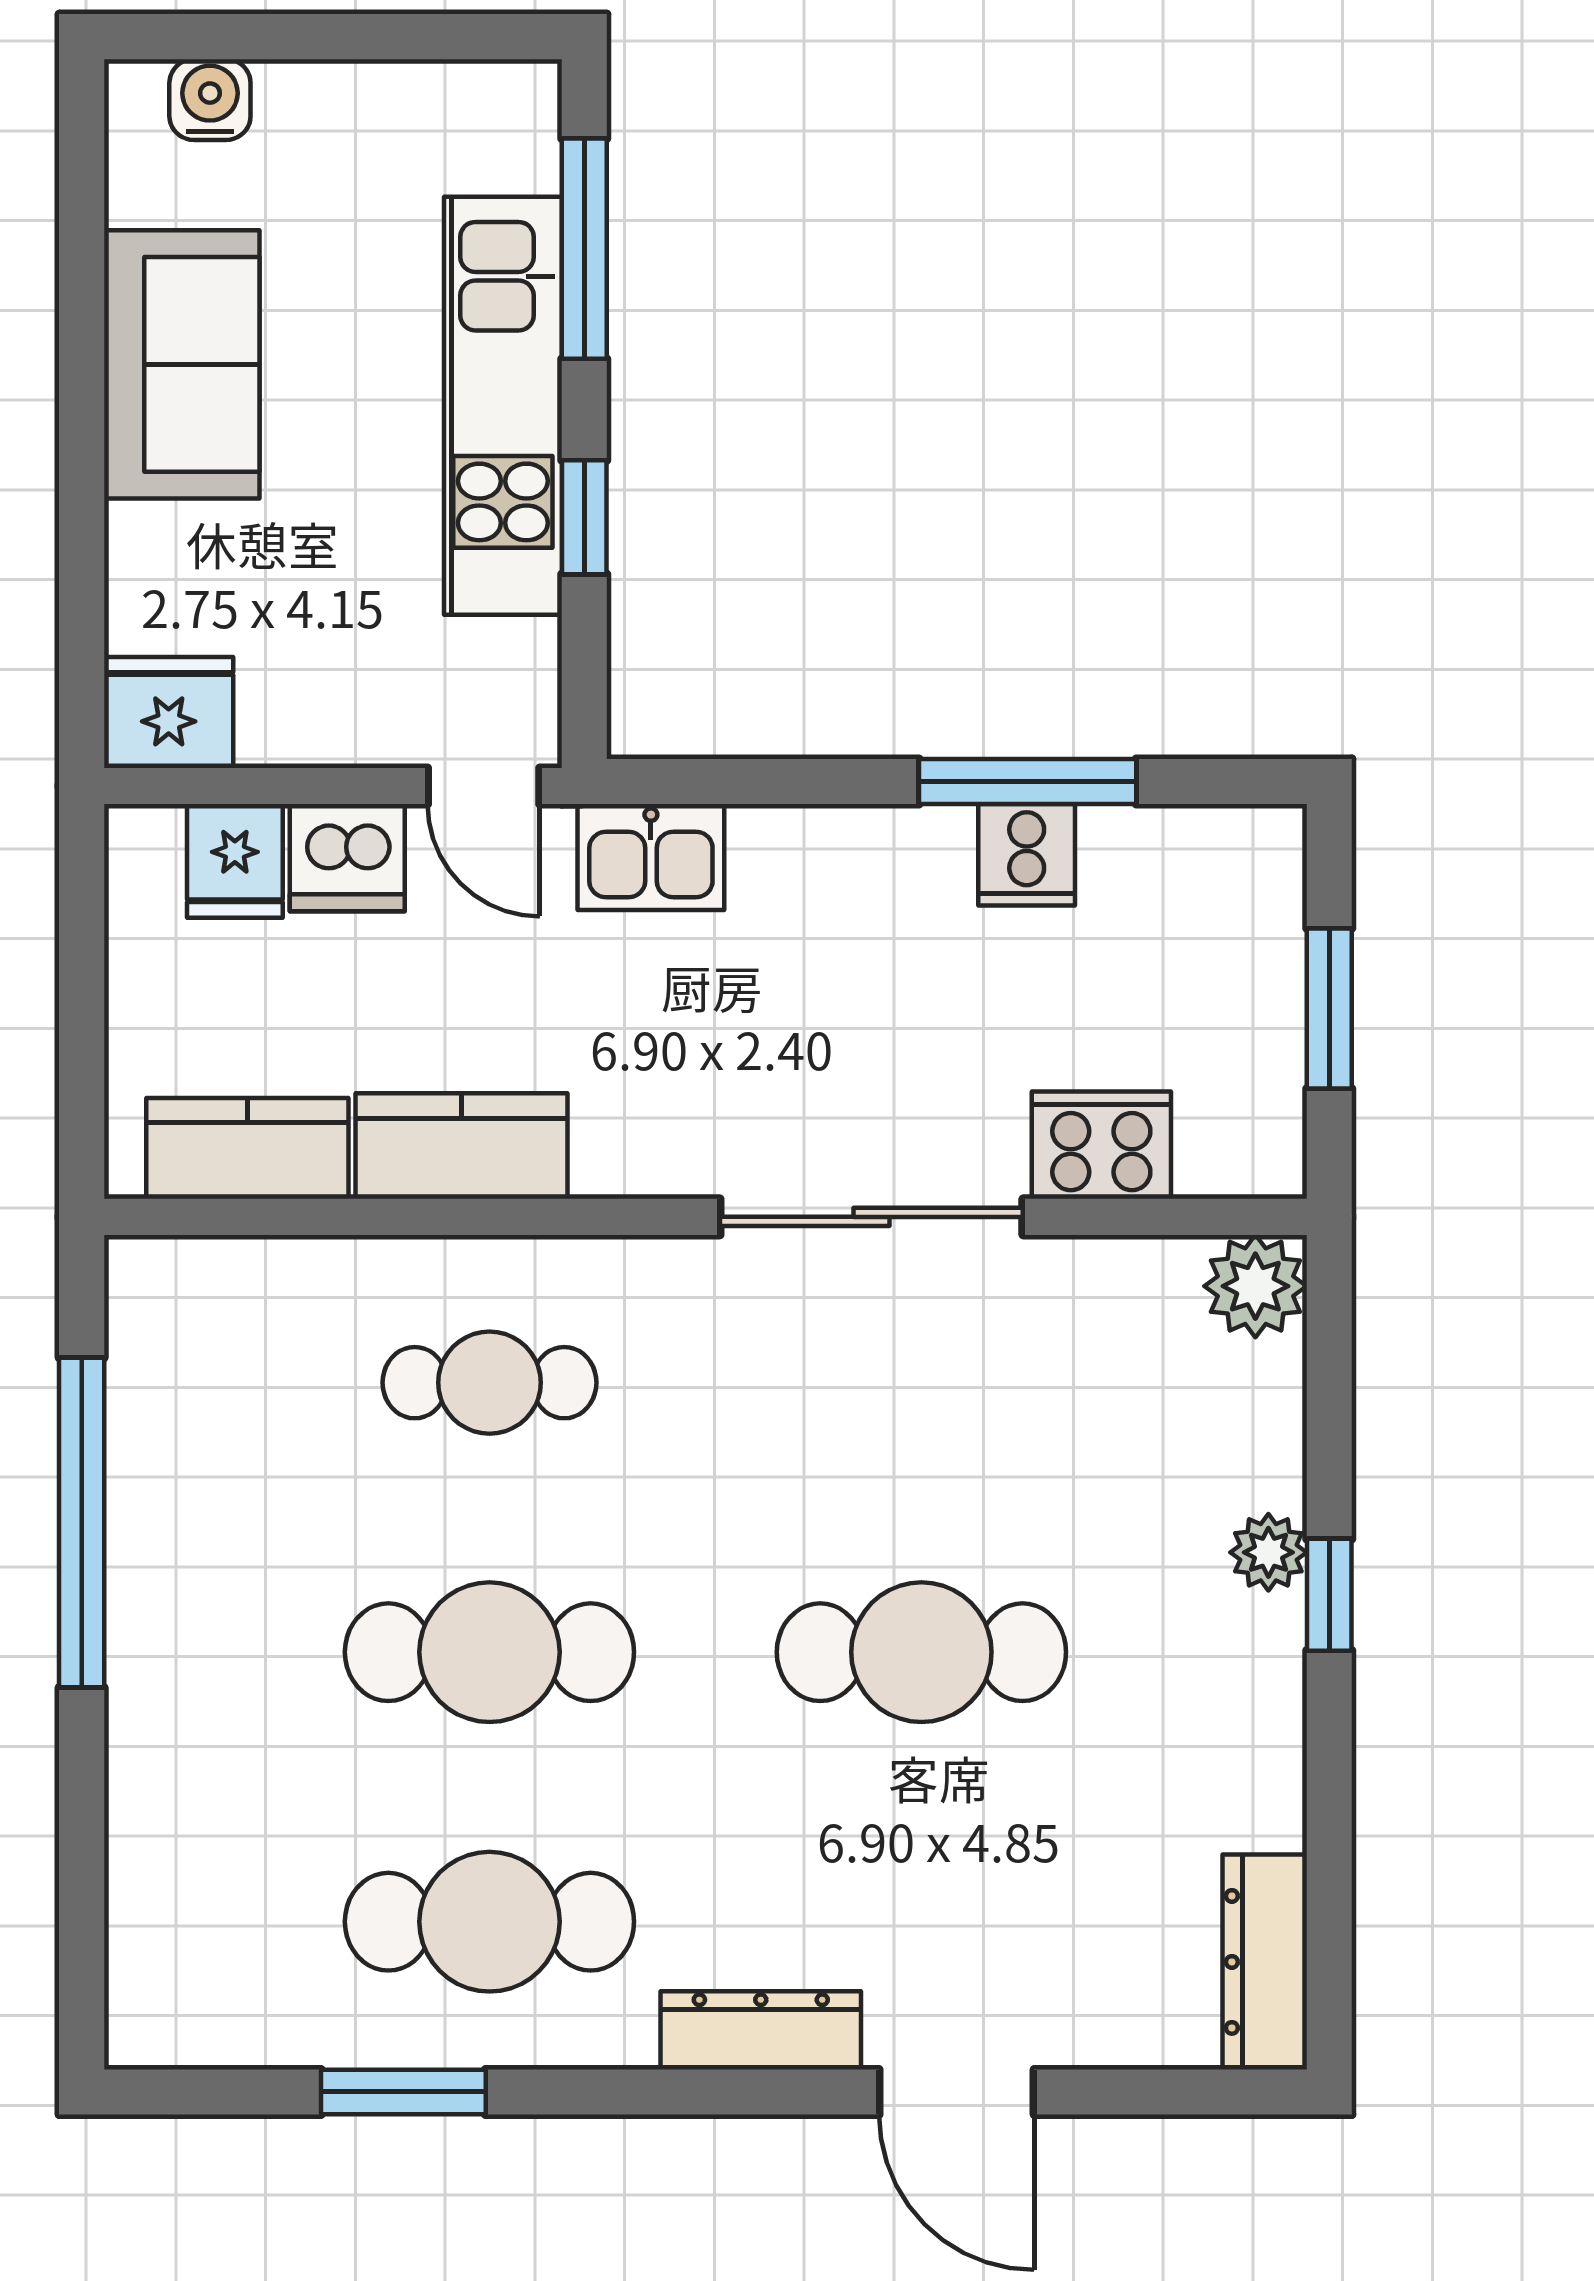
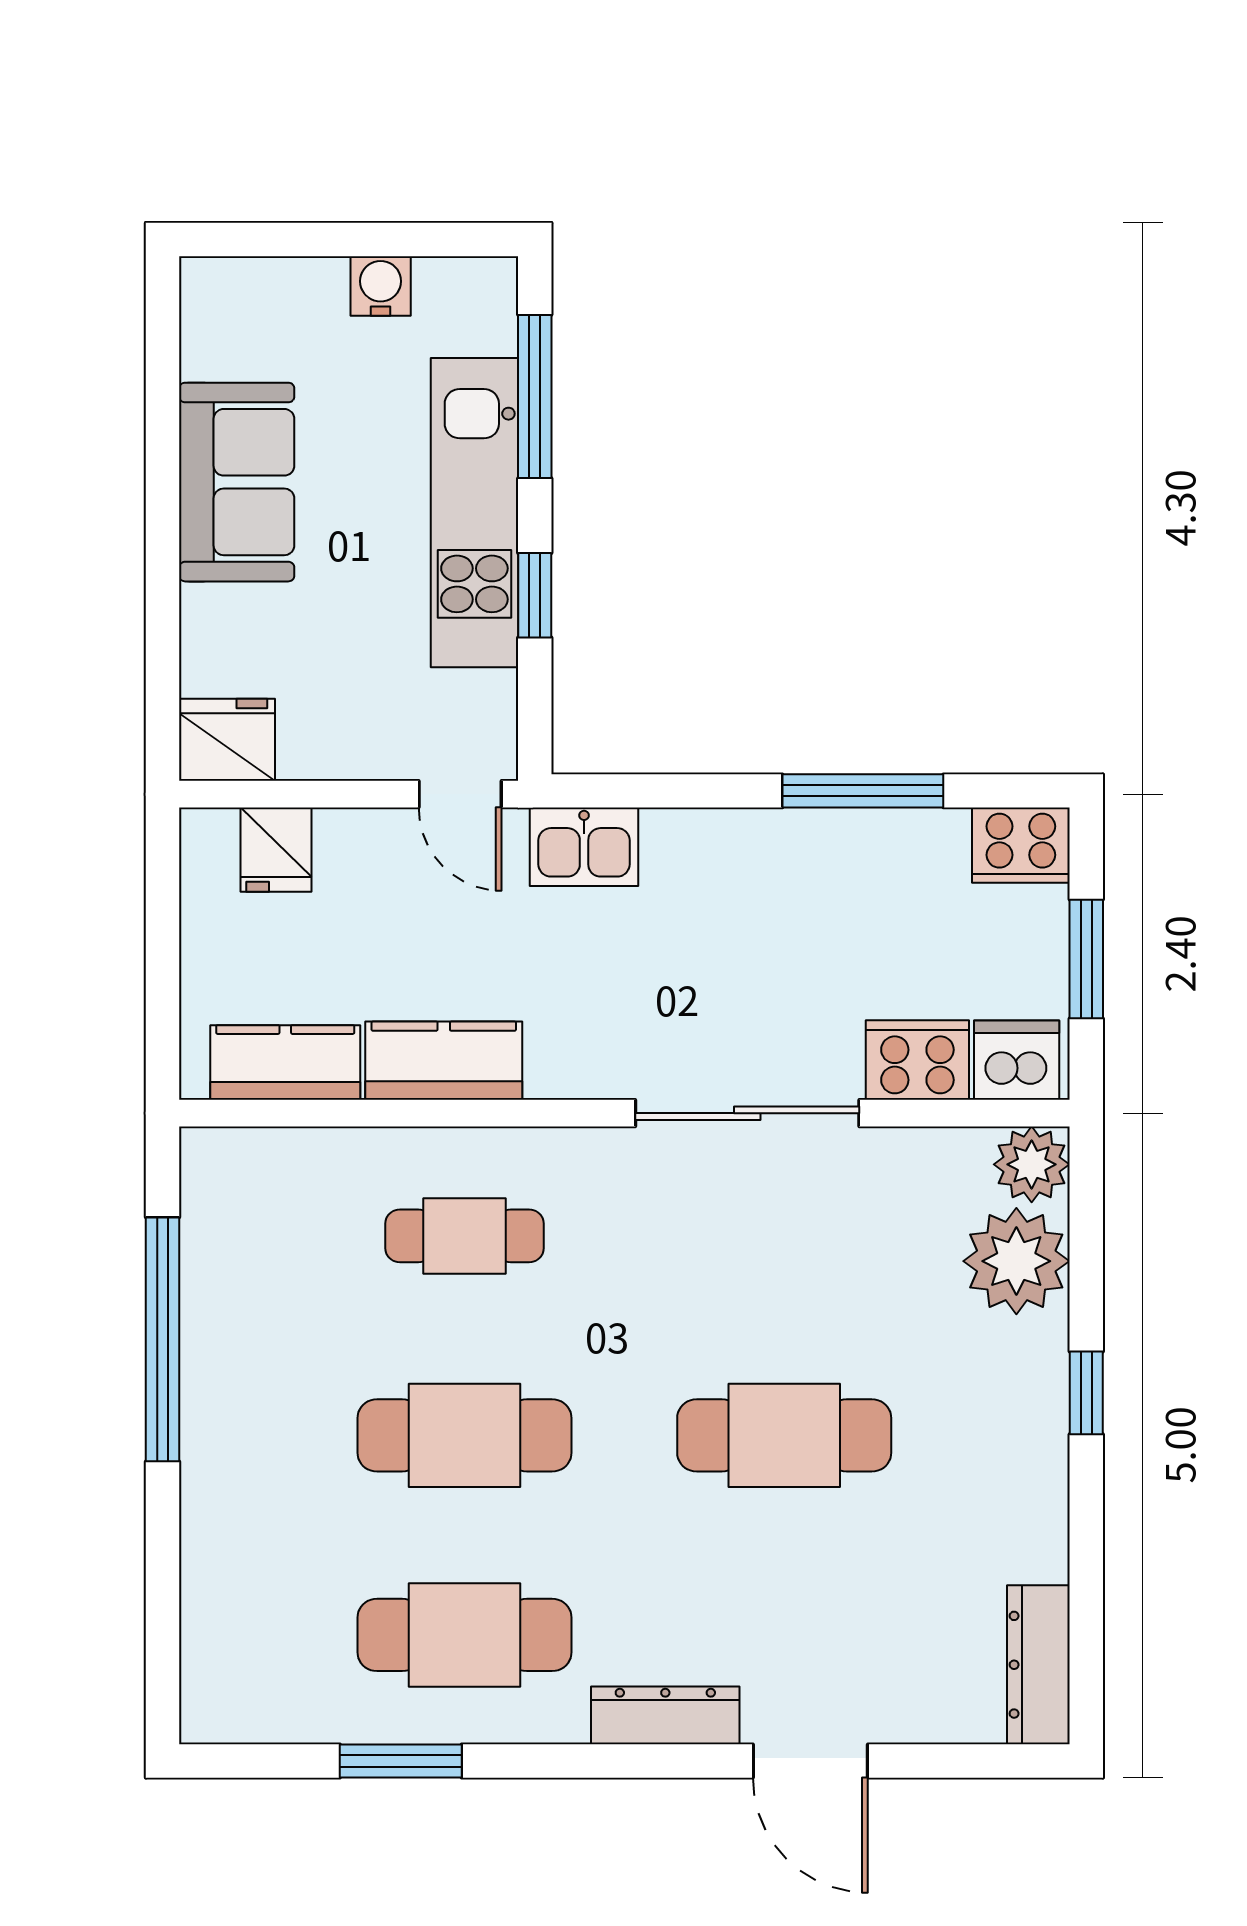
water cooler: (210, 100) -> (381, 286), moved
cooker: (1027, 855) -> (1021, 845), moved, width x1.36
dishwasher: (347, 858) -> (1017, 1060), moved, turned 180
plant: (1268, 1552) -> (1016, 1261), moved, width x1.88, depth x1.88

